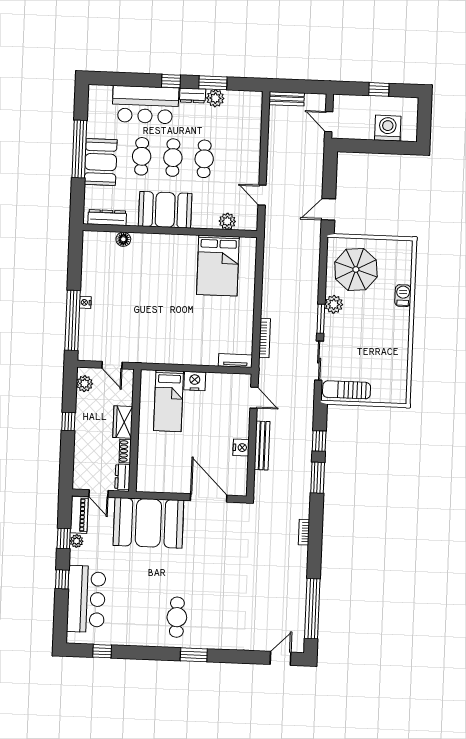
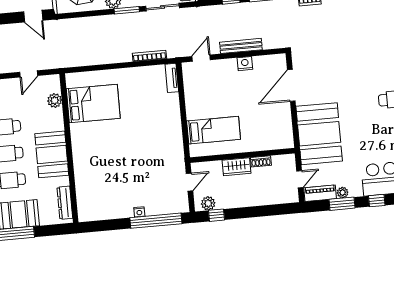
floor lamp: (123, 239) -> (81, 187), removed
nightstand: (195, 381) -> (194, 110), removed
window: (68, 421) -> (216, 215), moved
dresser: (123, 477) -> (283, 161), removed
window: (64, 539) -> (342, 204), width x1.50

